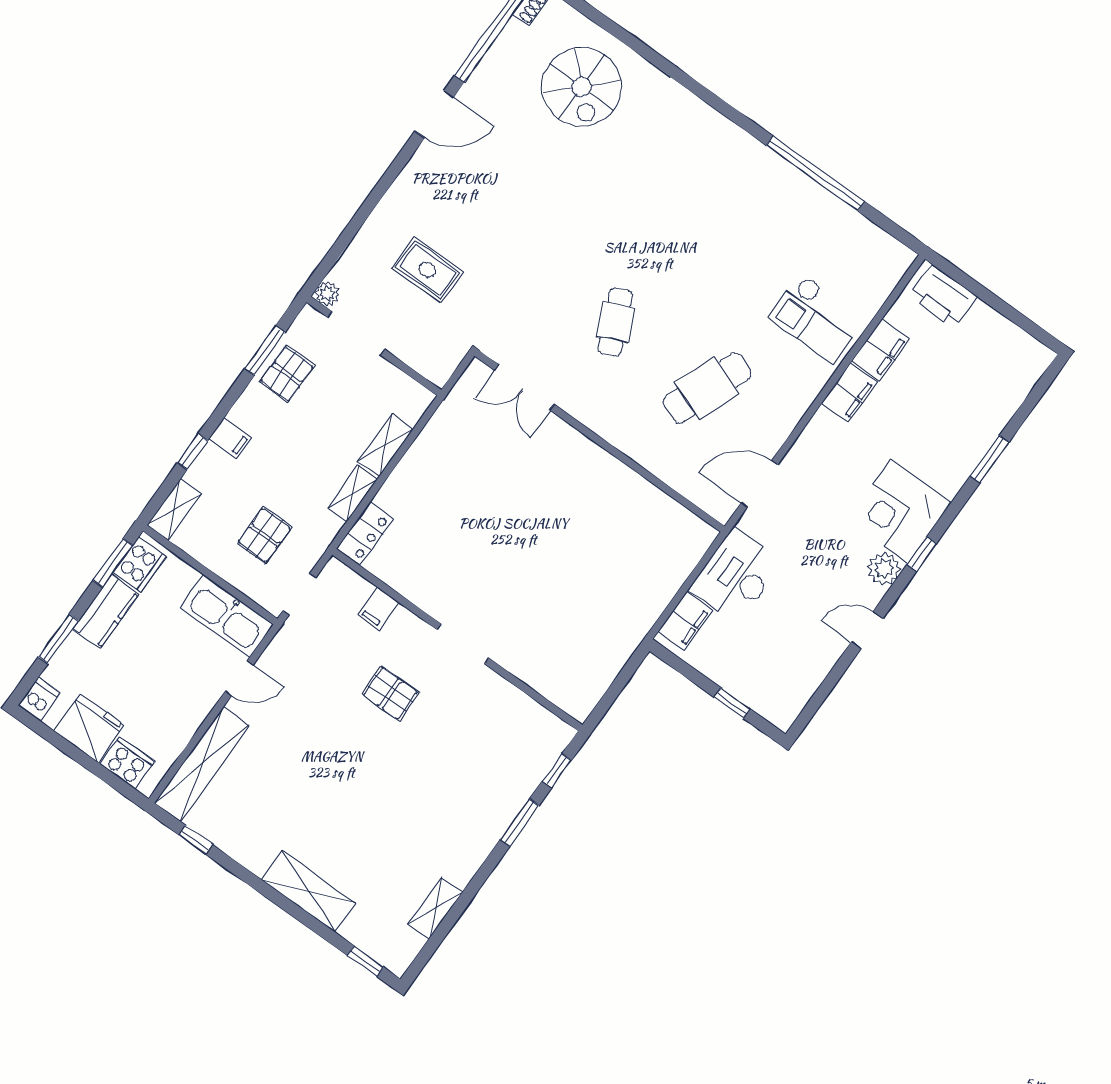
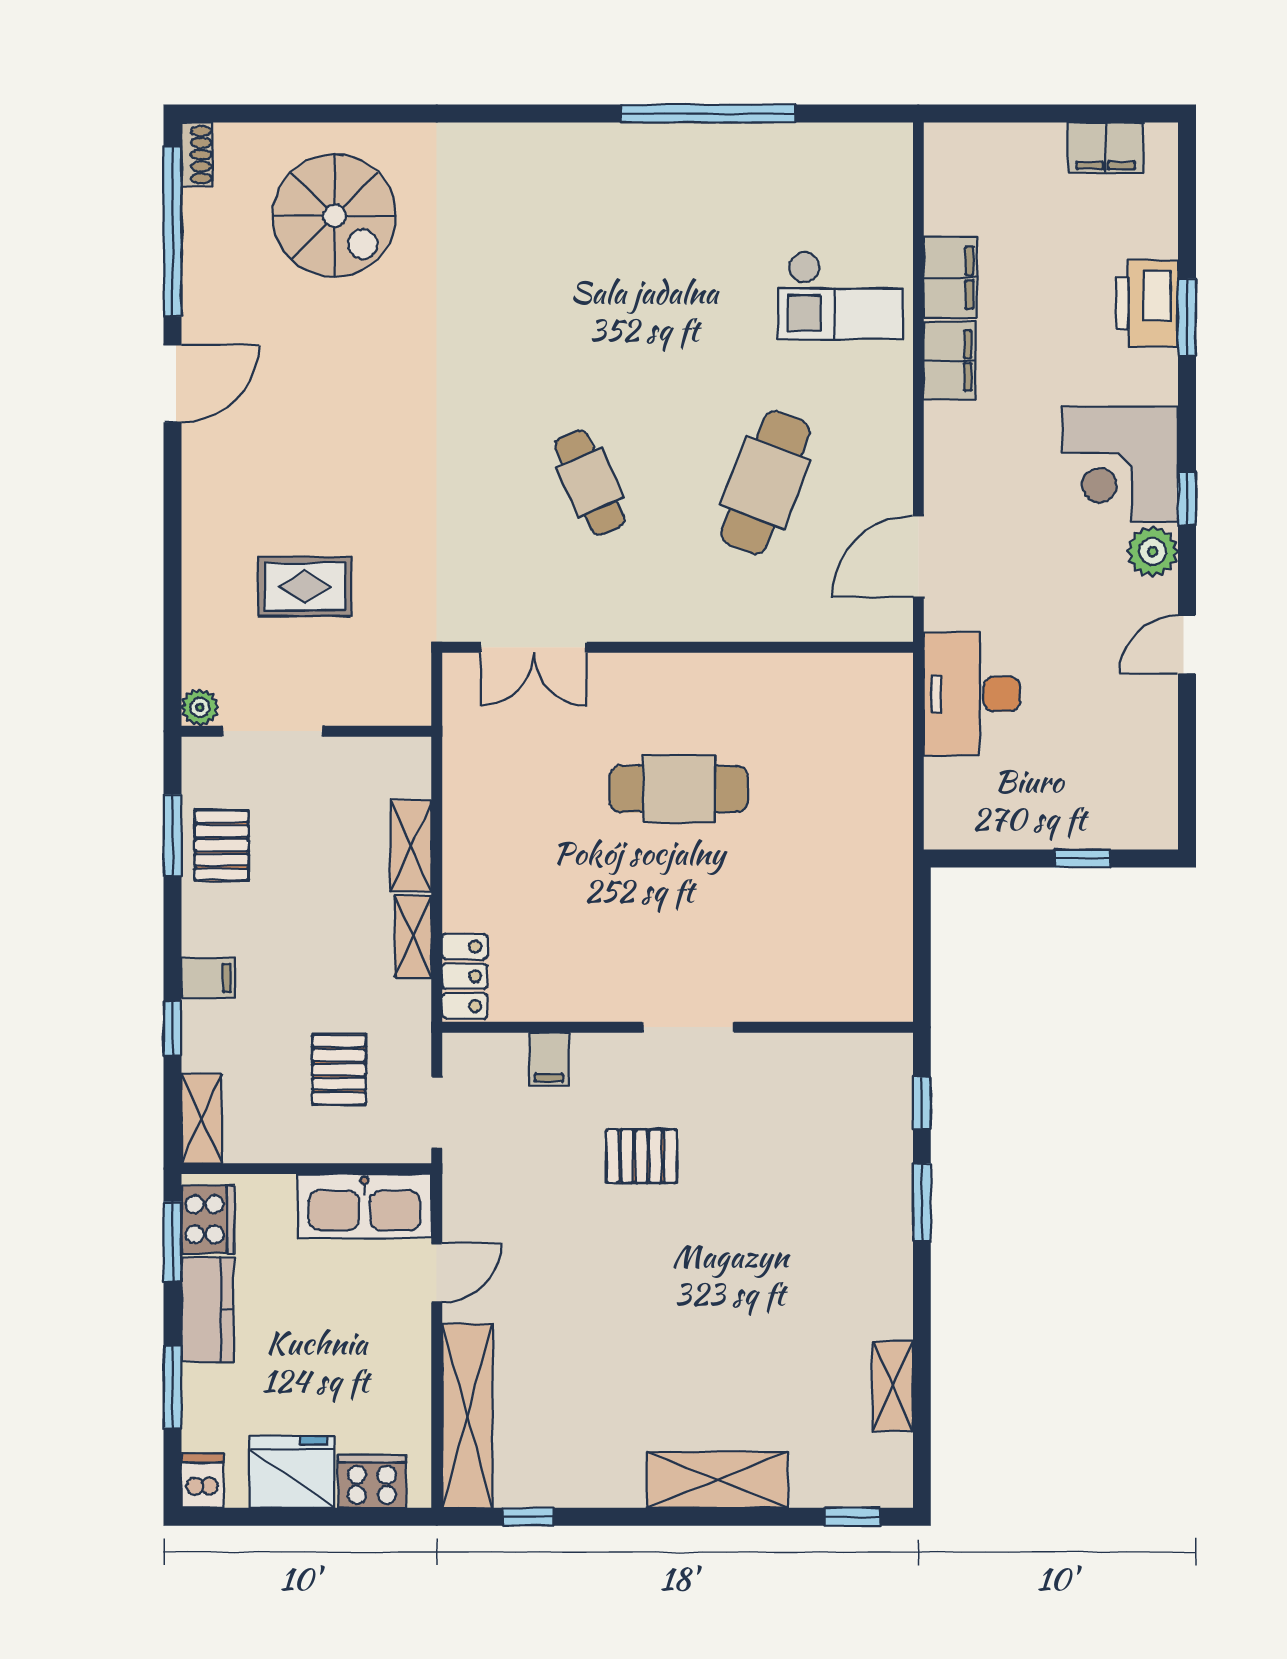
printer: (943, 296) -> (1147, 303), moved, turned 90
cafe table: (547, 516) -> (679, 789), added
filing cabinet: (685, 621) -> (1106, 148), moved, turned 90

